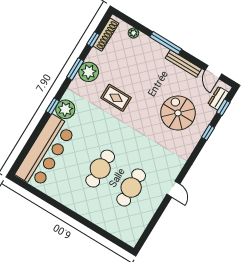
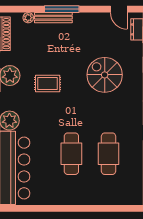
bench: (183, 64) -> (53, 18), moved
spiral stairs: (178, 113) -> (105, 75), moved

